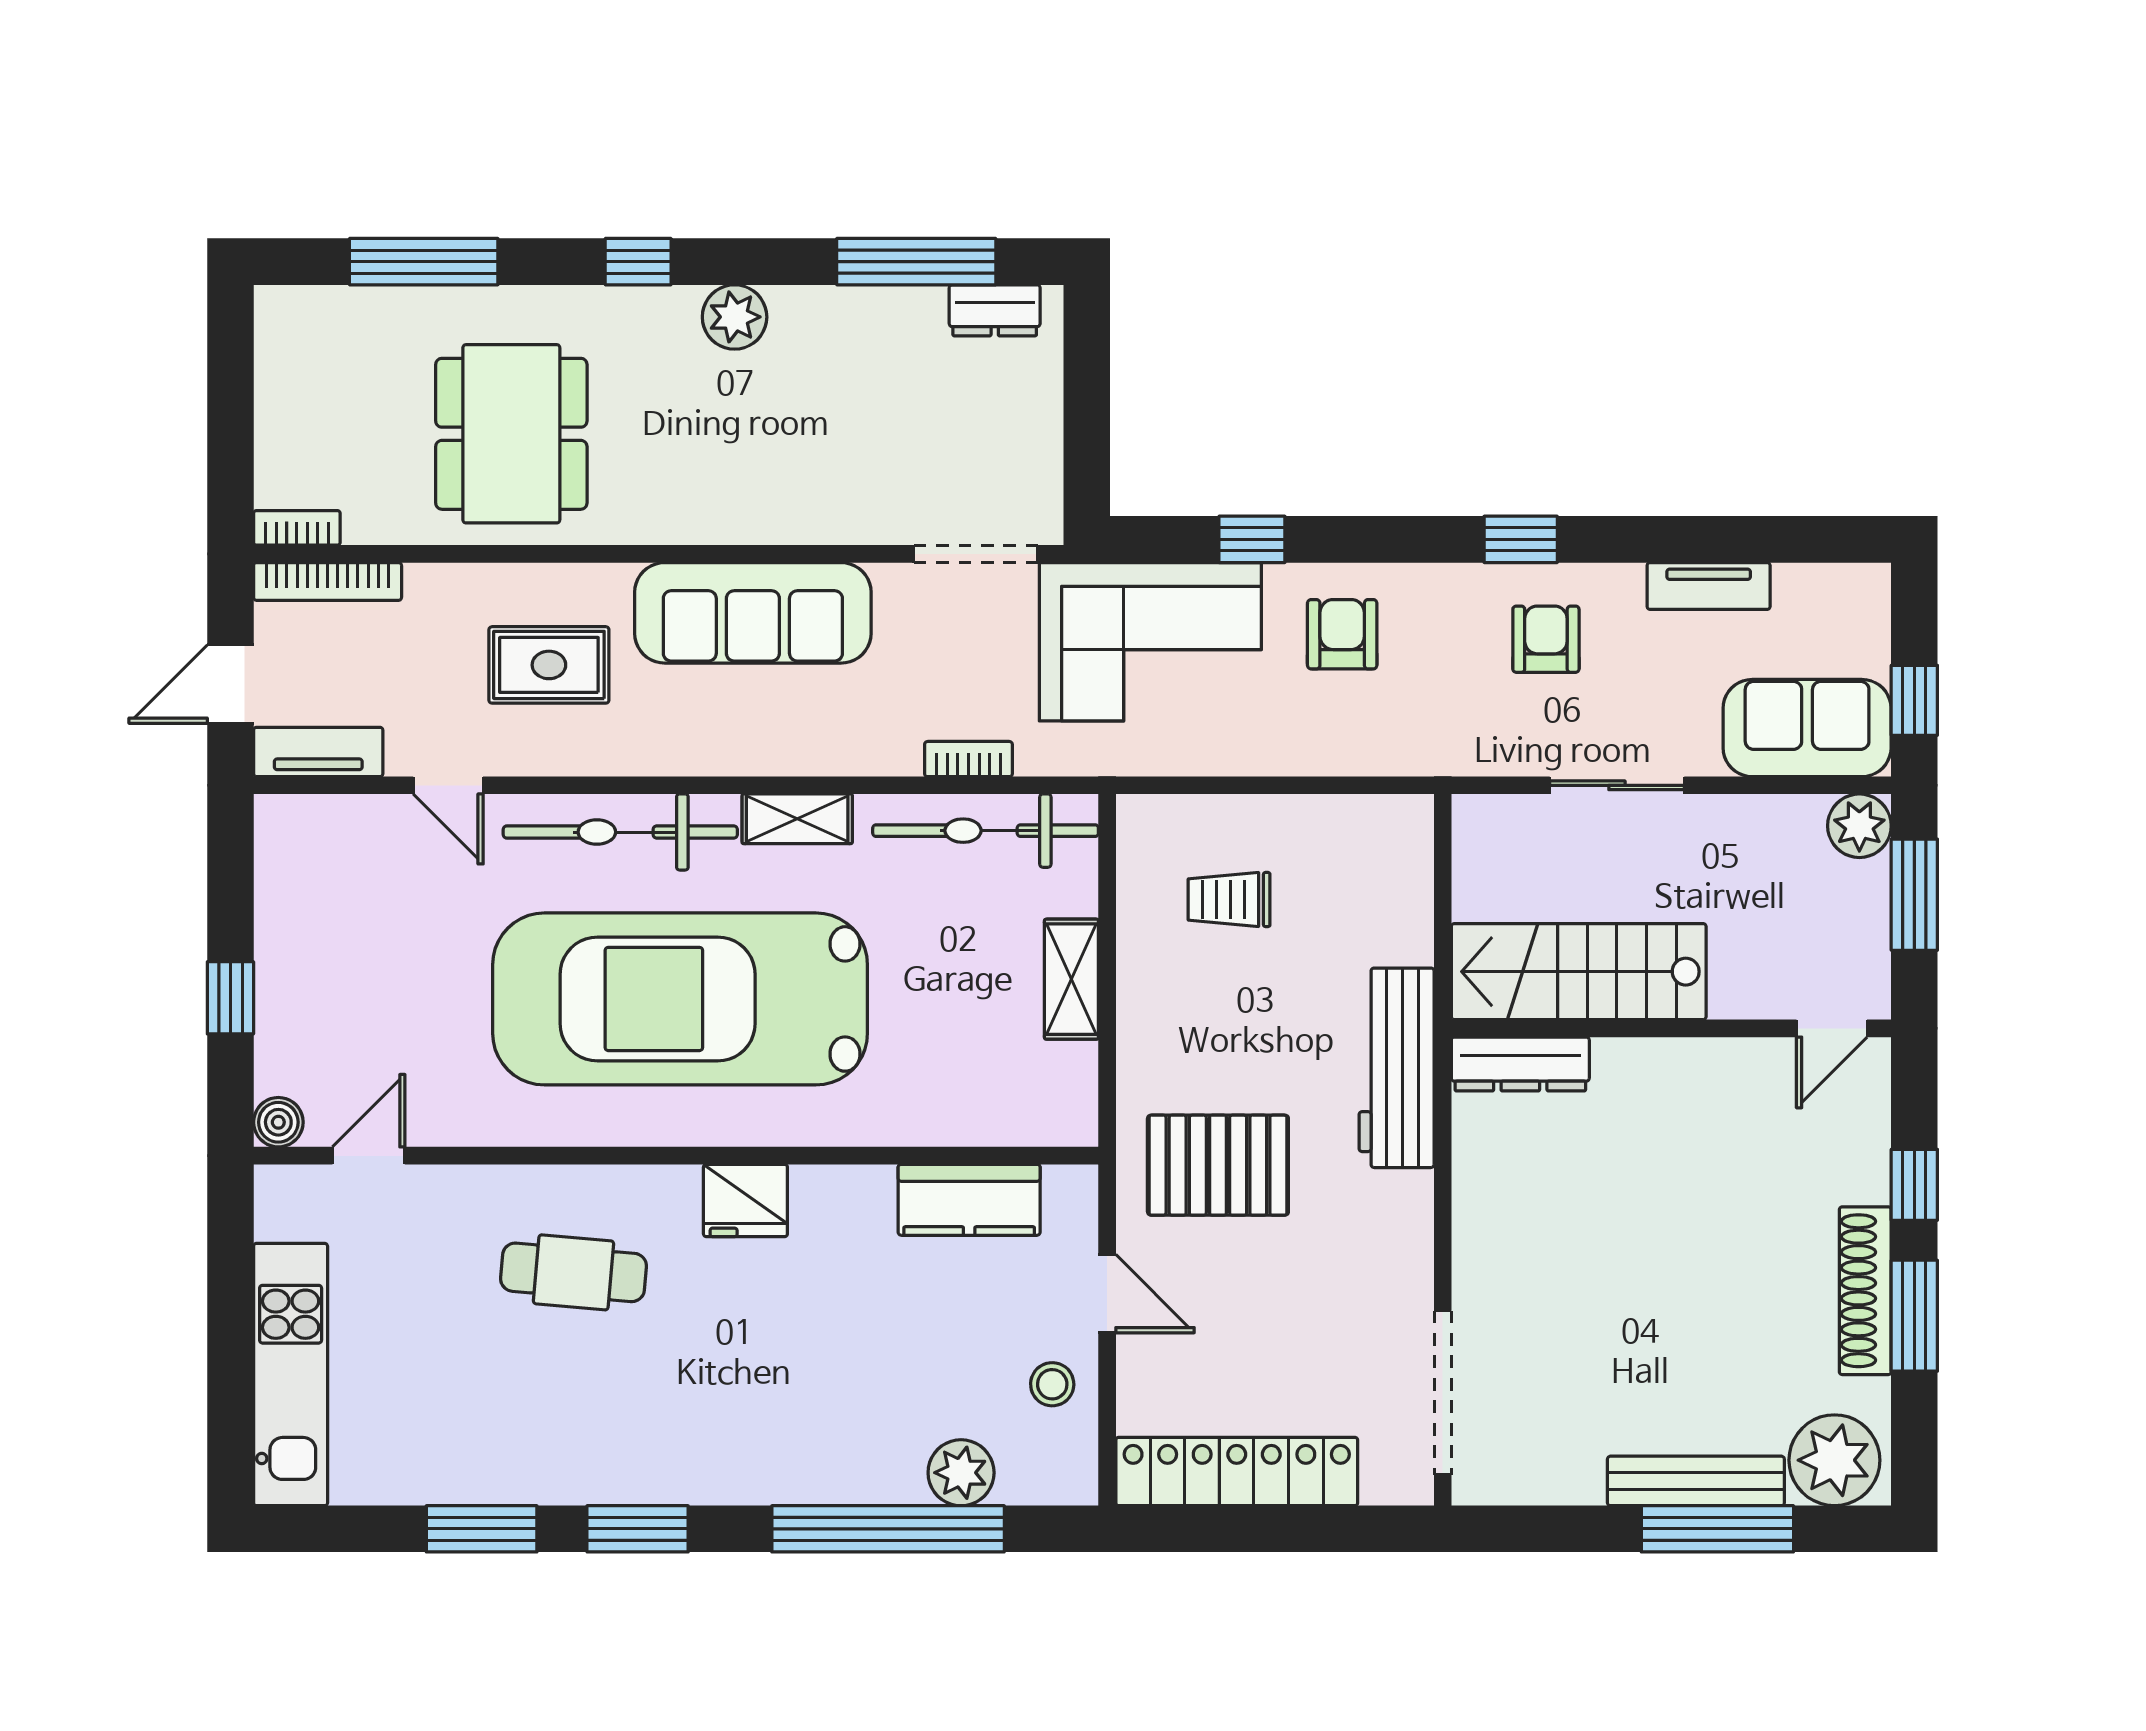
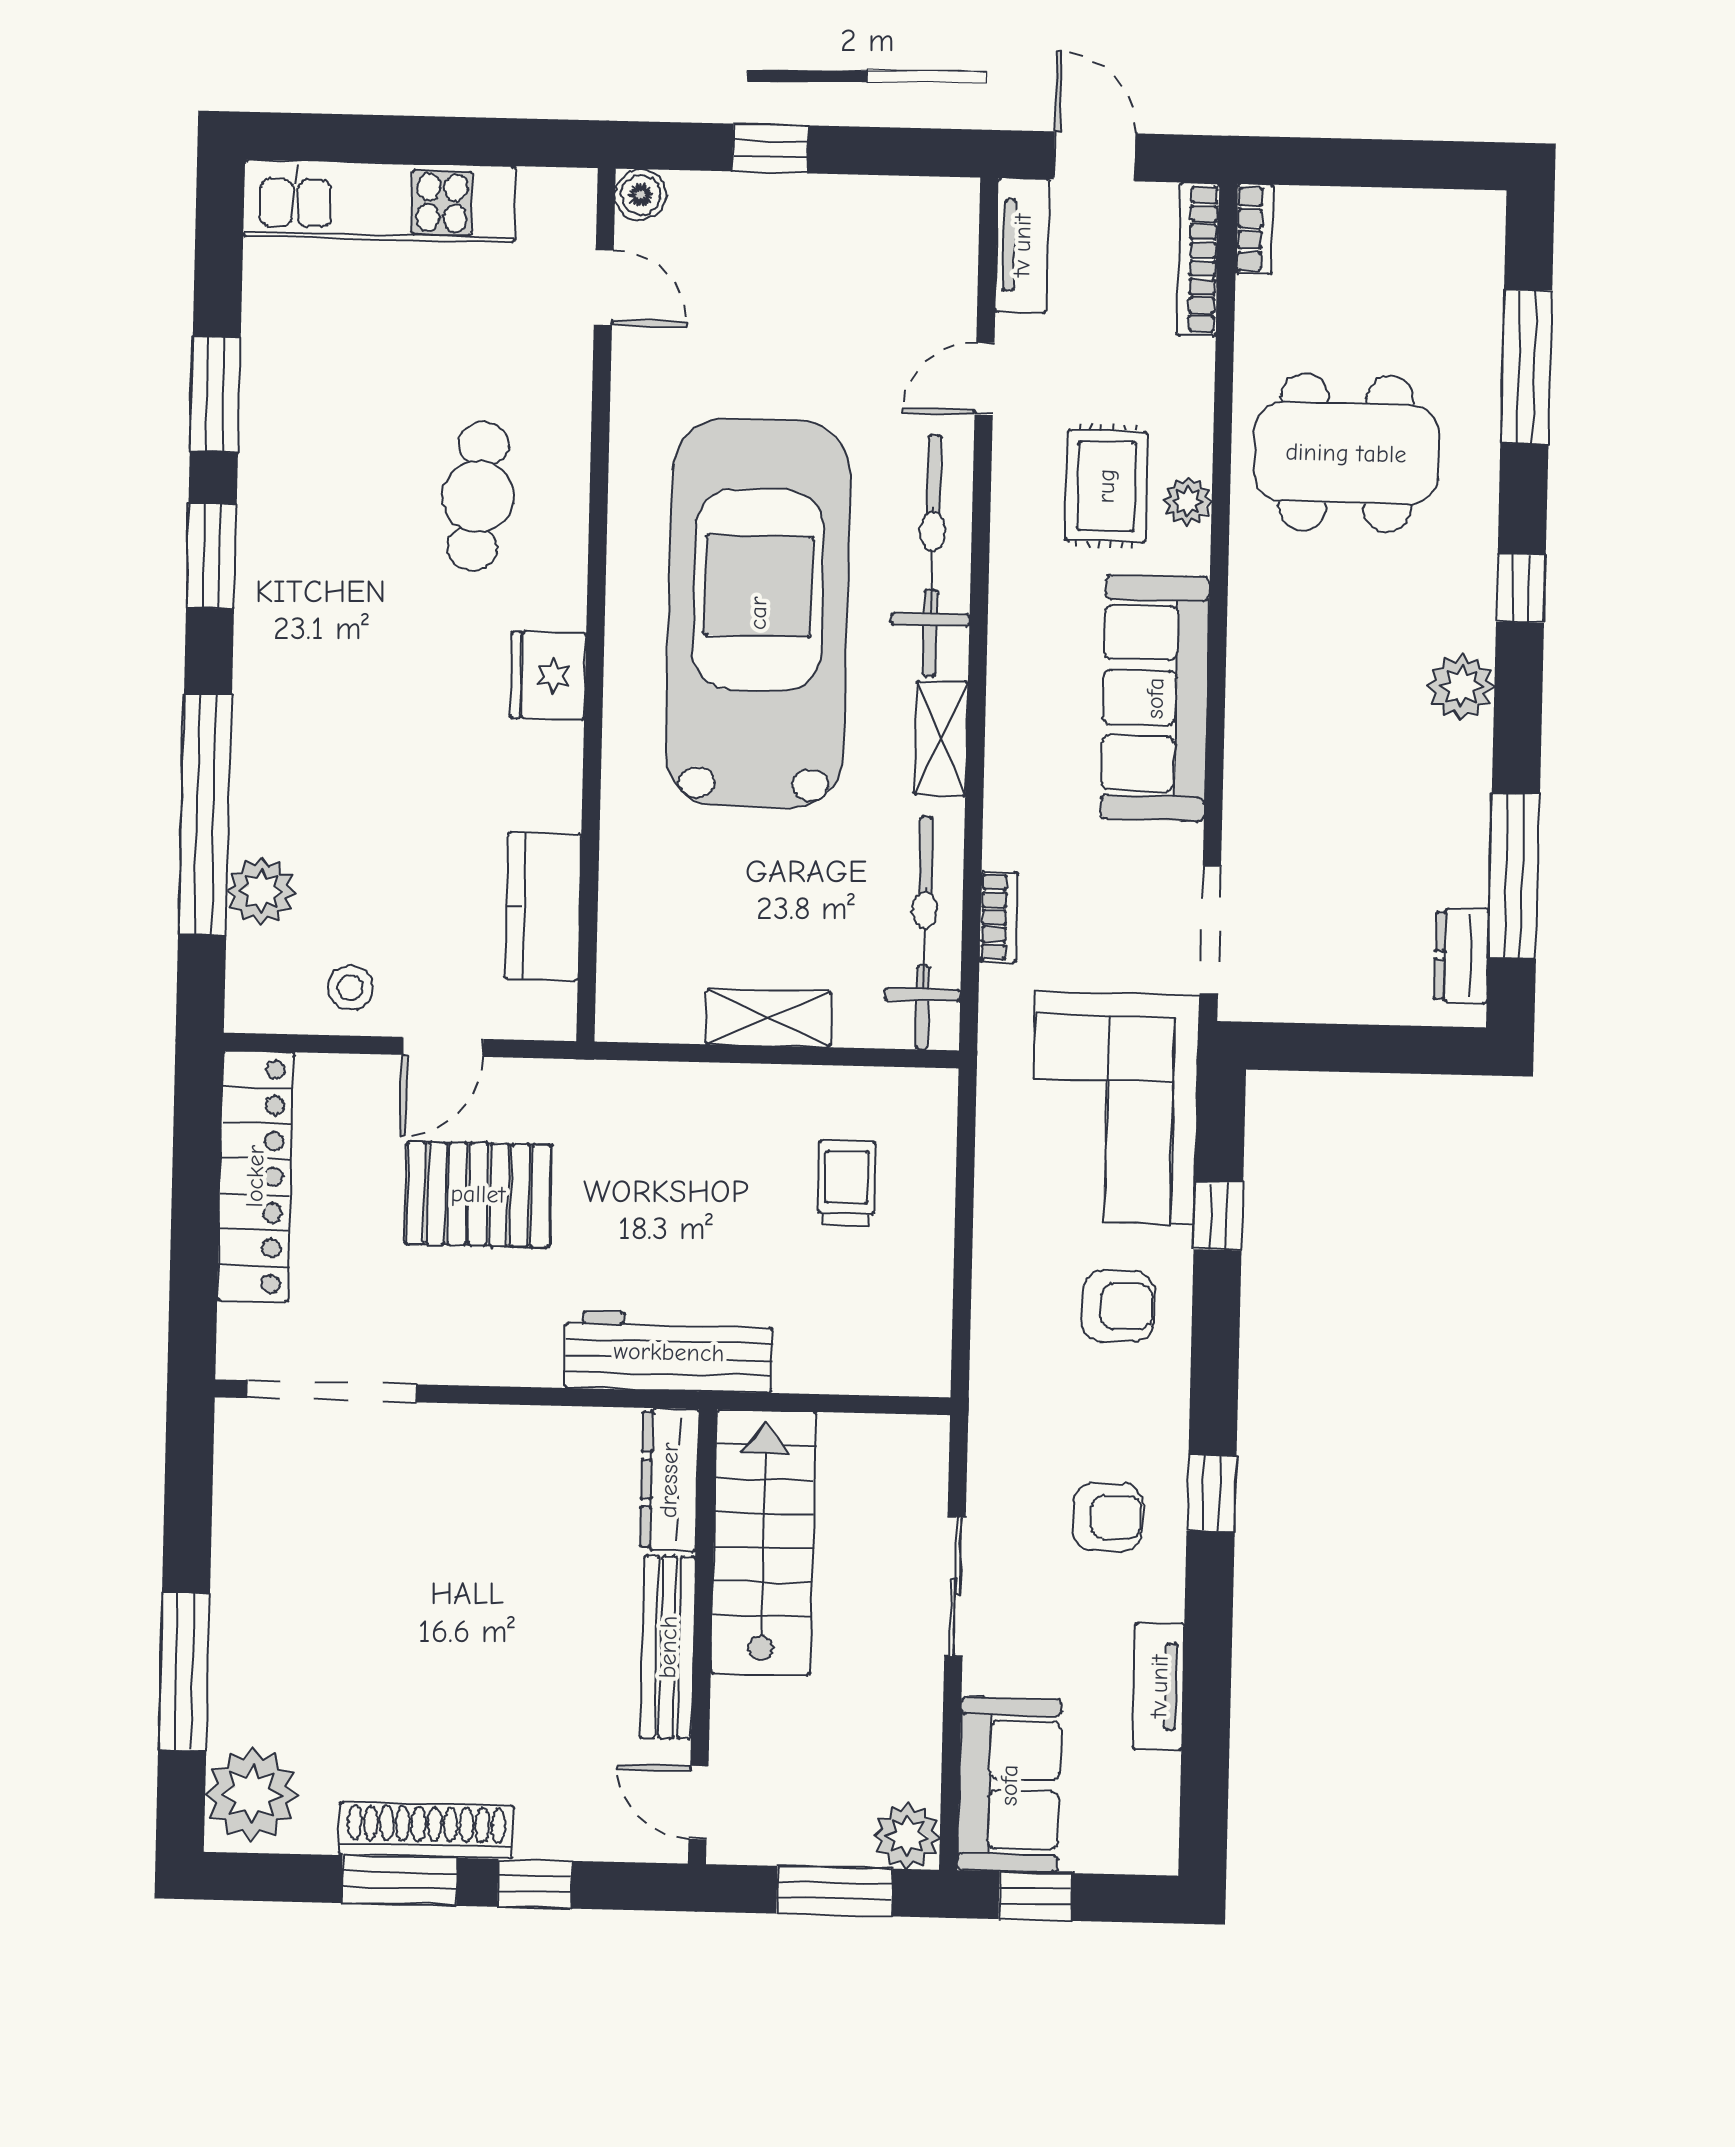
plant: (562, 586) -> (1187, 501), added
pallet: (1218, 1165) -> (478, 1194), moved, turned 90
bench: (1696, 1481) -> (668, 1647), moved

